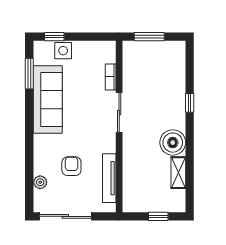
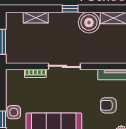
shelving: (179, 77) -> (36, 18), added
window: (190, 103) -> (70, 9), moved

